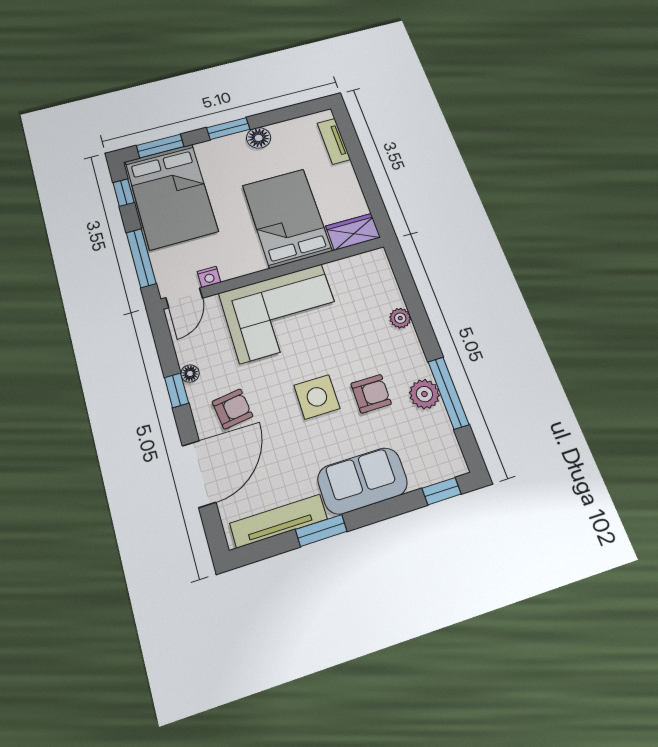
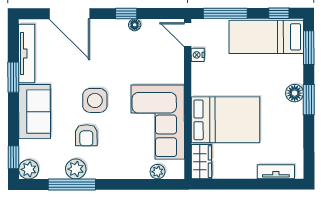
floor lamp: (259, 138) -> (295, 93), moved
bed: (171, 196) -> (266, 37), width x0.67
corner sofa: (281, 313) -> (158, 122), moved
plant: (400, 318) -> (158, 172), moved
armchair: (232, 409) -> (103, 45), removed
plant: (451, 462) -> (29, 169), added

